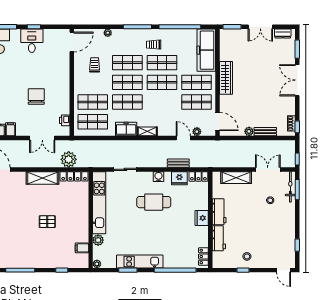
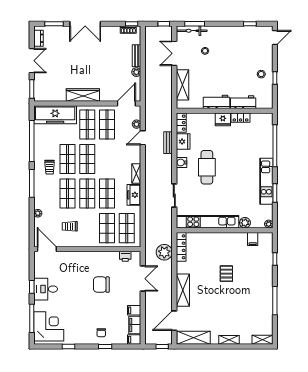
shelving: (42, 178) -> (183, 290), moved
locker: (203, 256) -> (241, 118), moved

